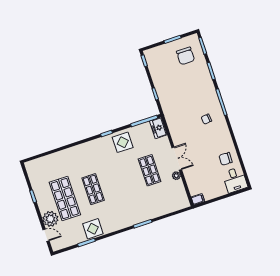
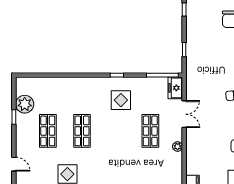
display table: (123, 142) -> (121, 100), moved
double door: (177, 159) -> (184, 114), moved
shop shelf: (65, 198) -> (48, 131), width x0.70, depth x0.74
plant: (50, 219) -> (25, 104), moved

